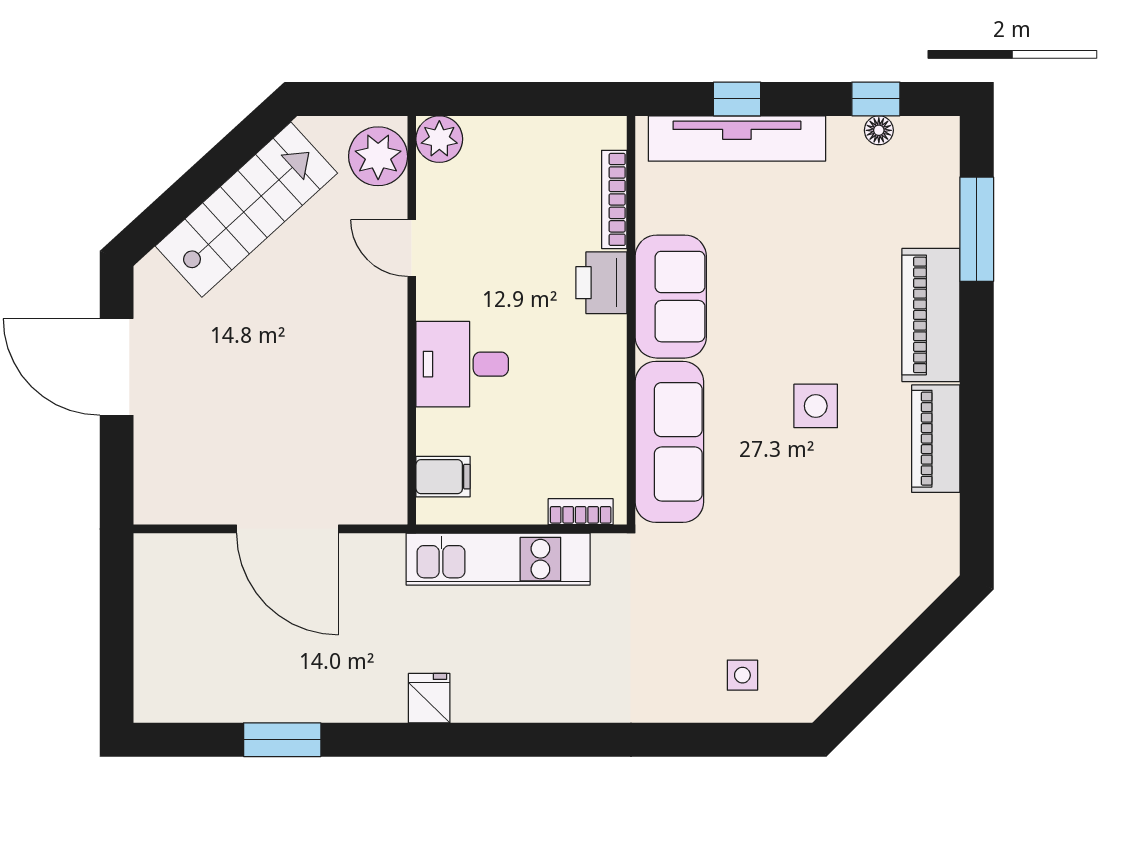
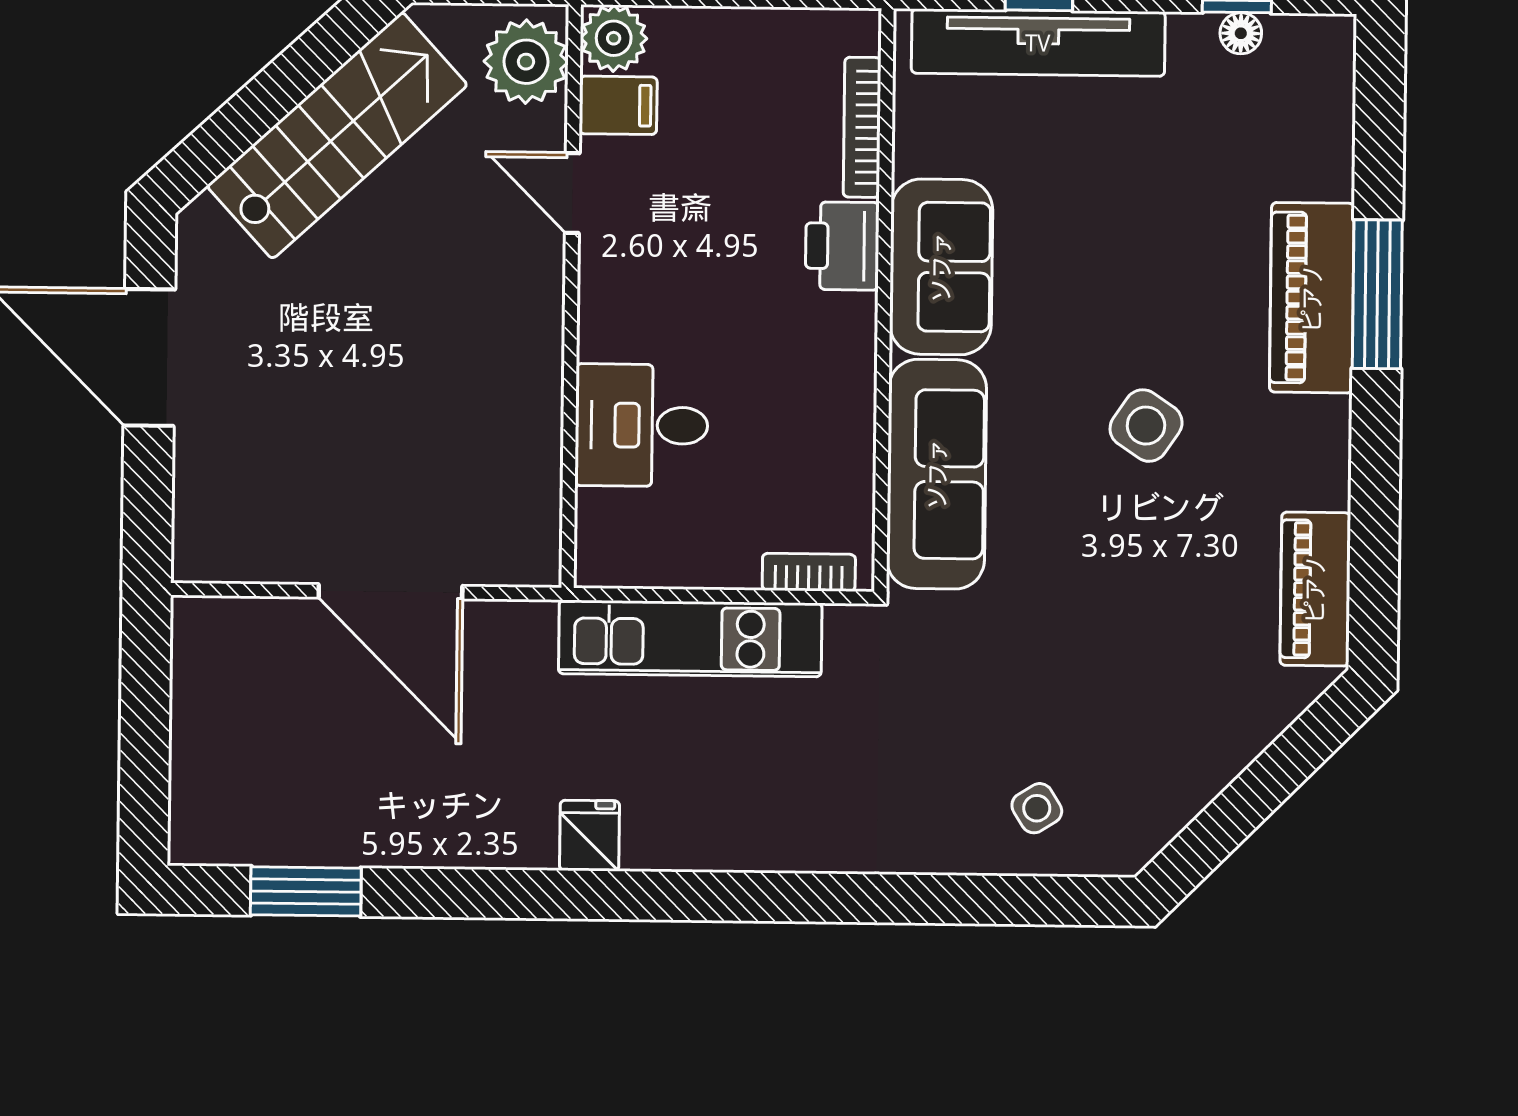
window: (977, 229) -> (1377, 294), moved
desk: (462, 364) -> (642, 425), moved
side table: (816, 406) -> (1146, 426), turned 34
piano: (936, 439) -> (1315, 589), moved
filing cabinet: (443, 477) -> (618, 105), moved
side table: (742, 675) -> (1037, 808), turned -32
window: (282, 740) -> (306, 891), moved

